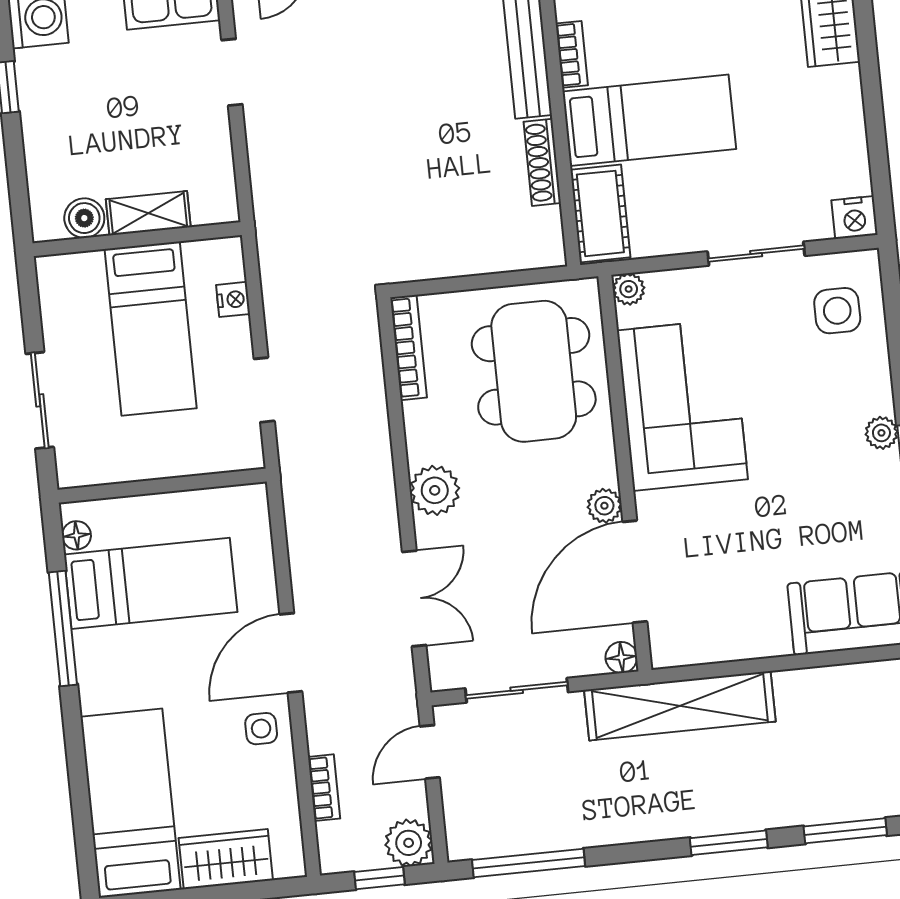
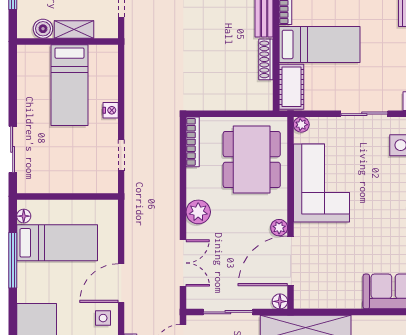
shelving: (148, 213) -> (74, 29), moved
boiler: (84, 218) -> (43, 29), moved
wall: (137, 239) -> (67, 41), moved
bed: (151, 329) -> (69, 85), moved

